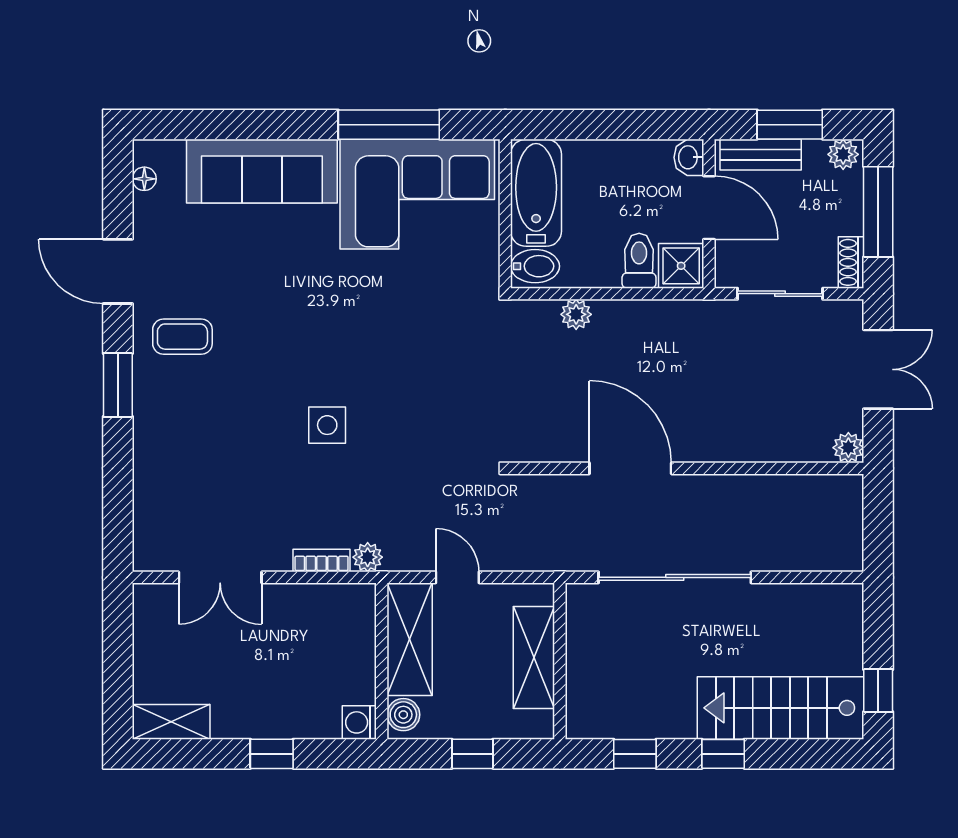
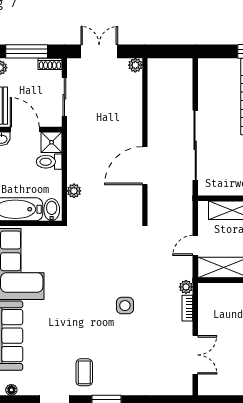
door: (709, 208) -> (25, 129), hinge flipped

